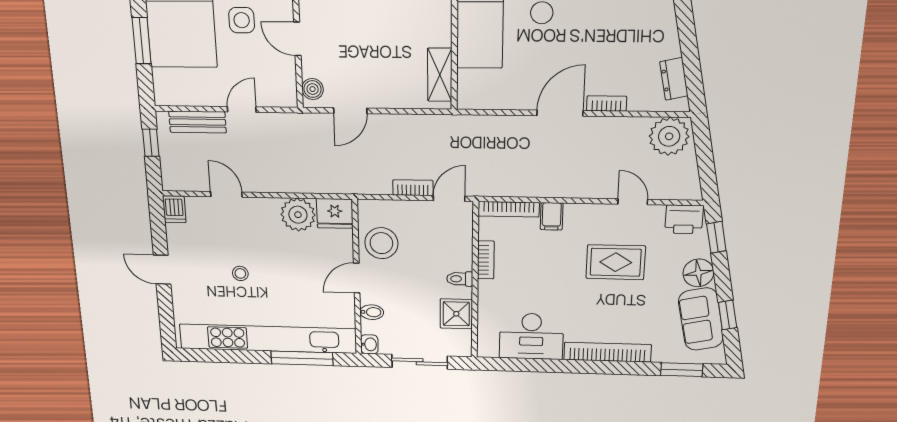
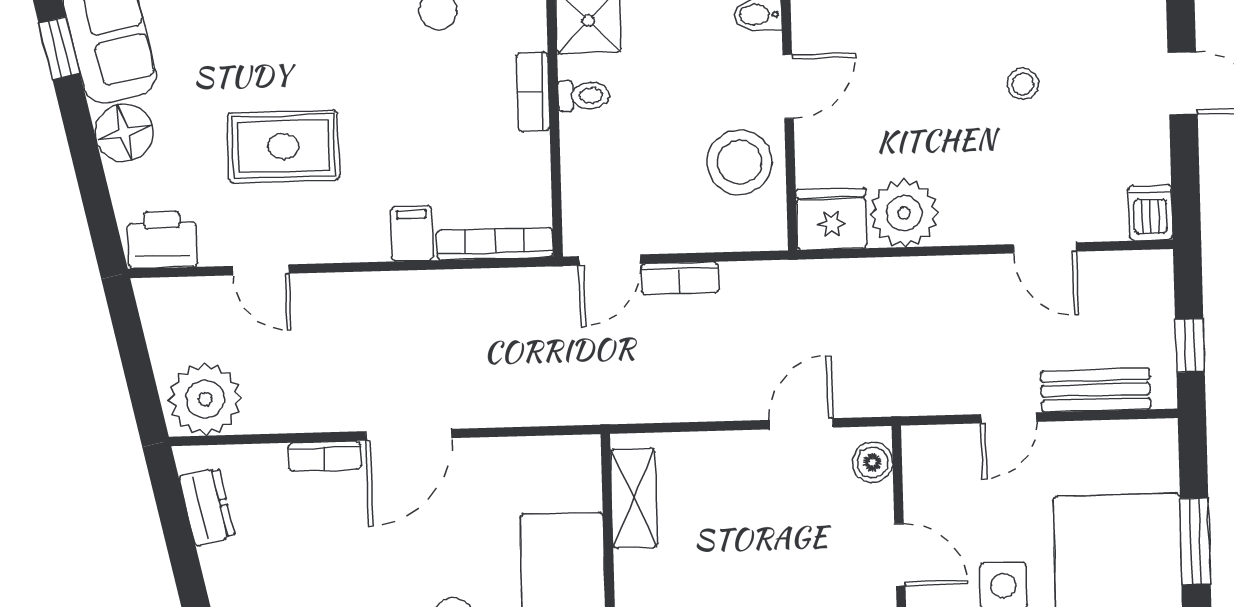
window: (716, 237) -> (98, 206), removed
bookcase: (486, 260) -> (533, 92), moved

